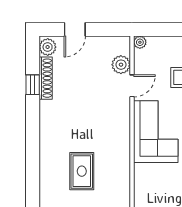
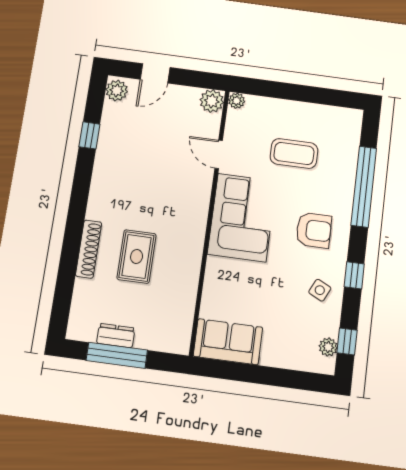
plant: (121, 65) -> (212, 101), moved
shoe rack: (46, 78) -> (89, 249), moved
door: (132, 86) -> (219, 154), swing flipped

